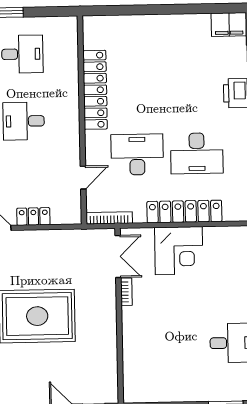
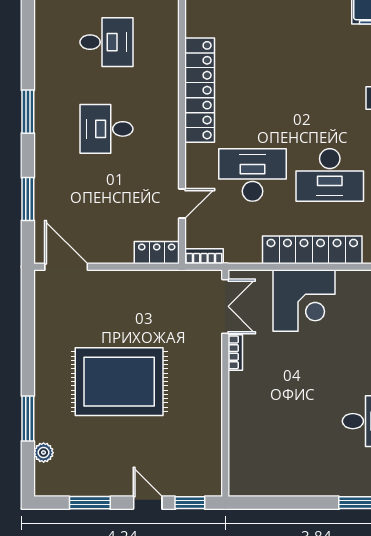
locker: (33, 217) -> (157, 253), moved
bookcase: (109, 218) -> (204, 256), width x0.64

